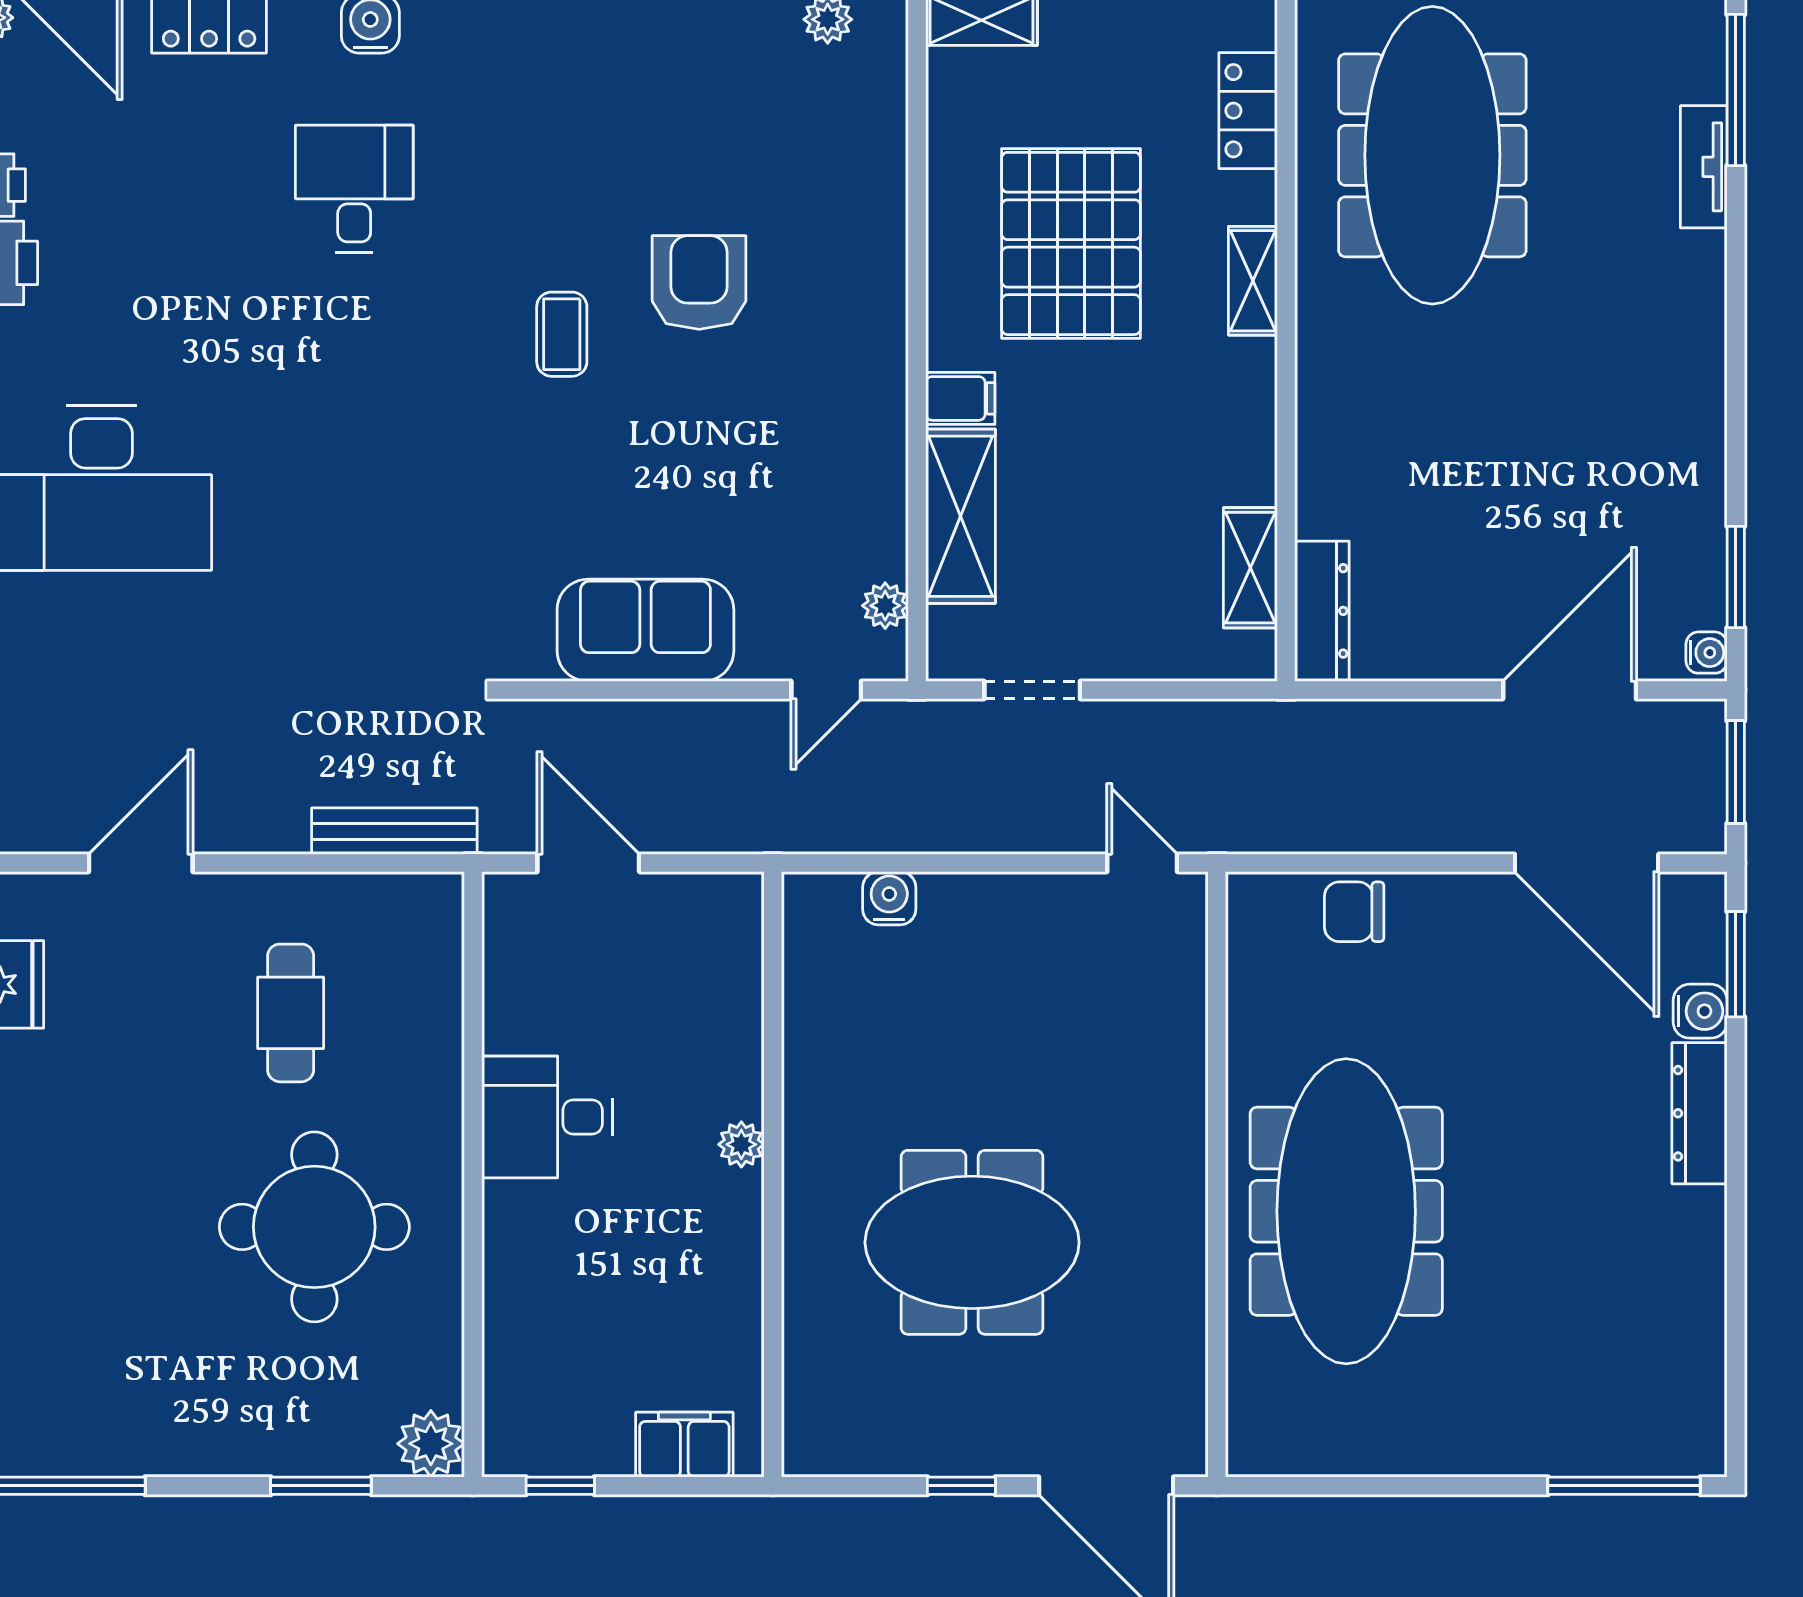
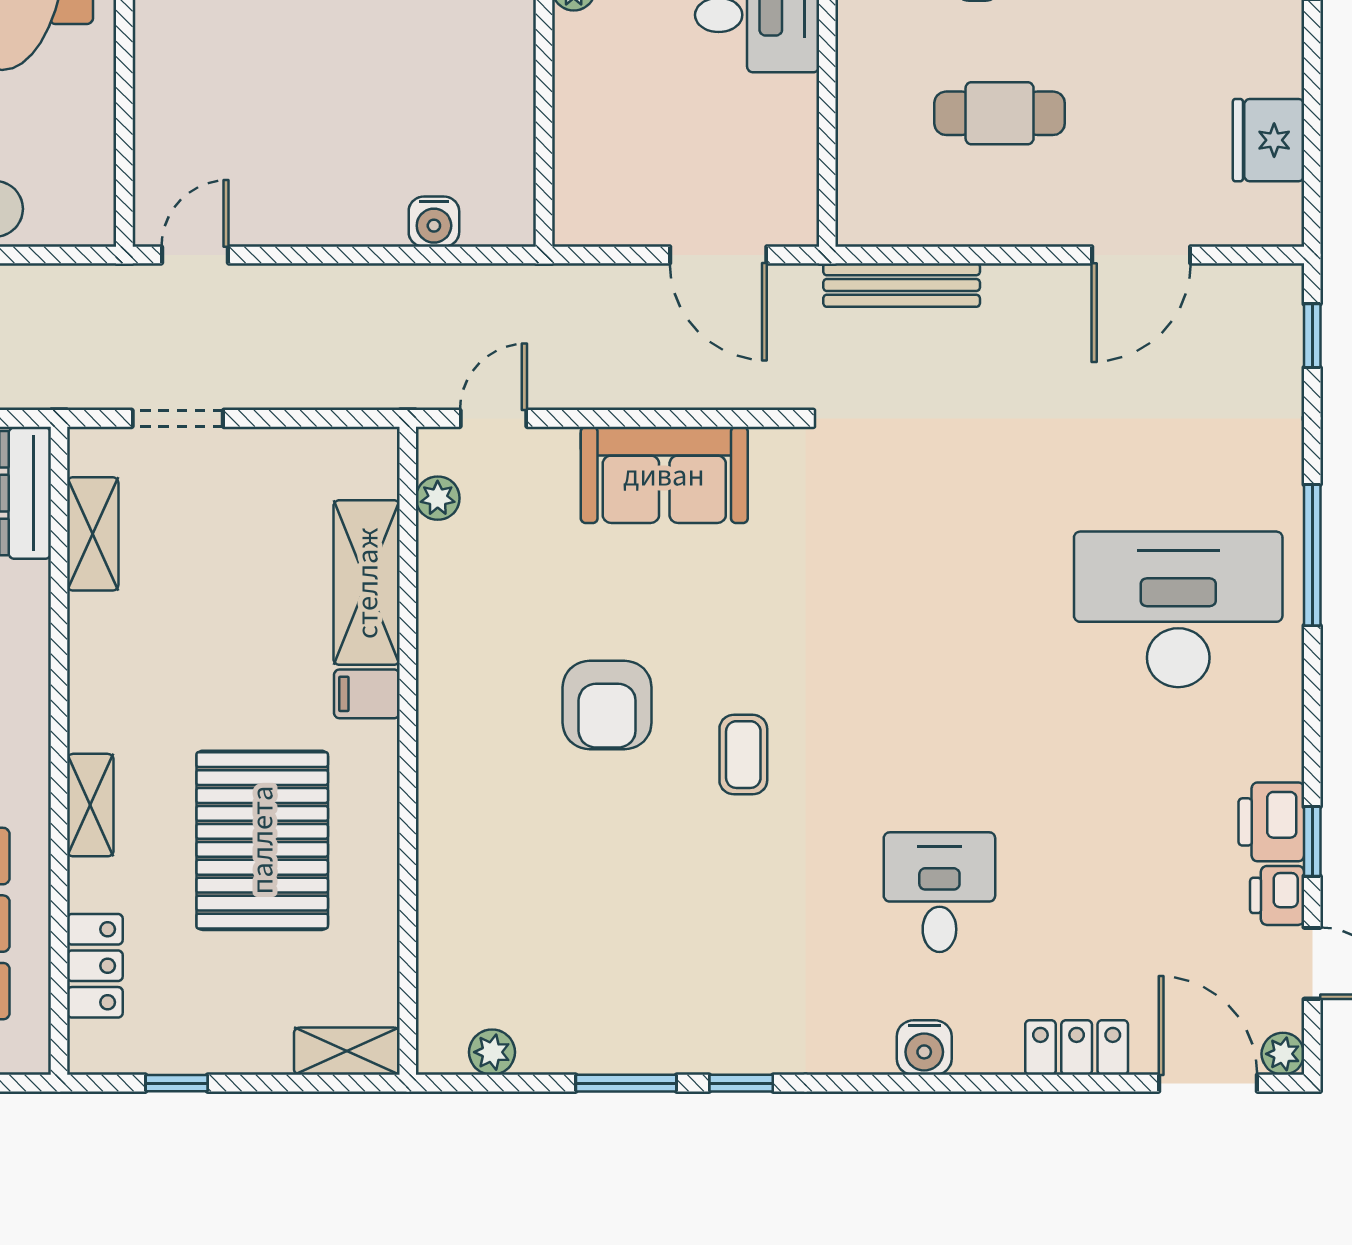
desk: (354, 189) -> (939, 892), turned 180
armchair: (699, 282) -> (607, 705), moved
doorway: (1032, 690) -> (178, 418), moved
door: (1142, 863) -> (195, 255), swing flipped
cafe table: (291, 1013) -> (1000, 113), turned 90

